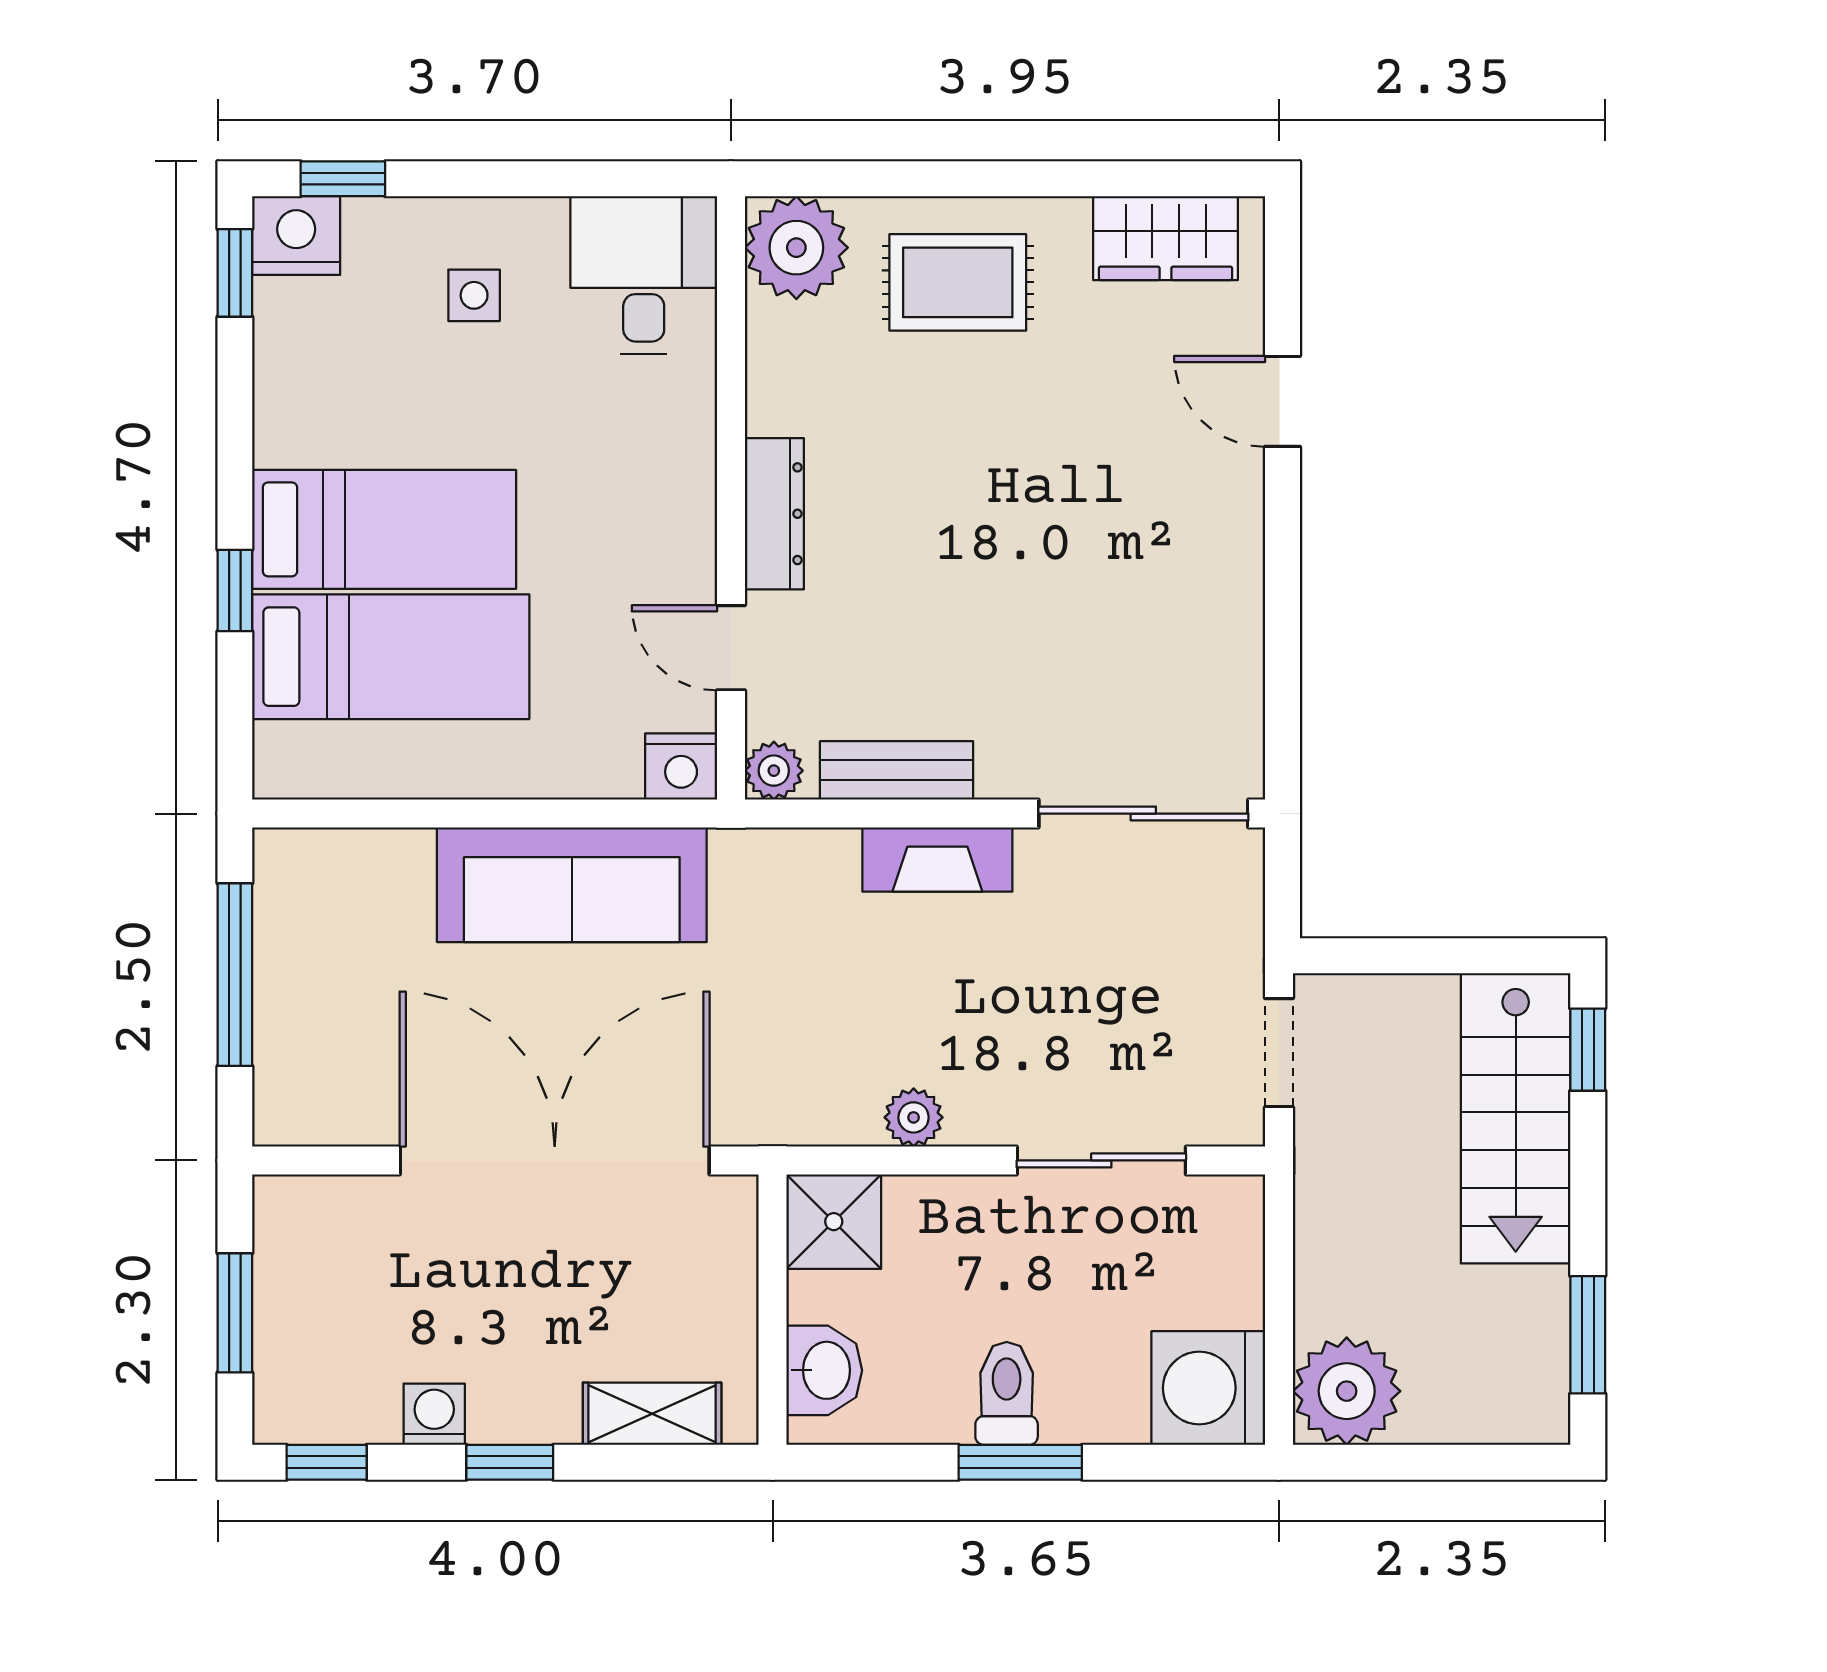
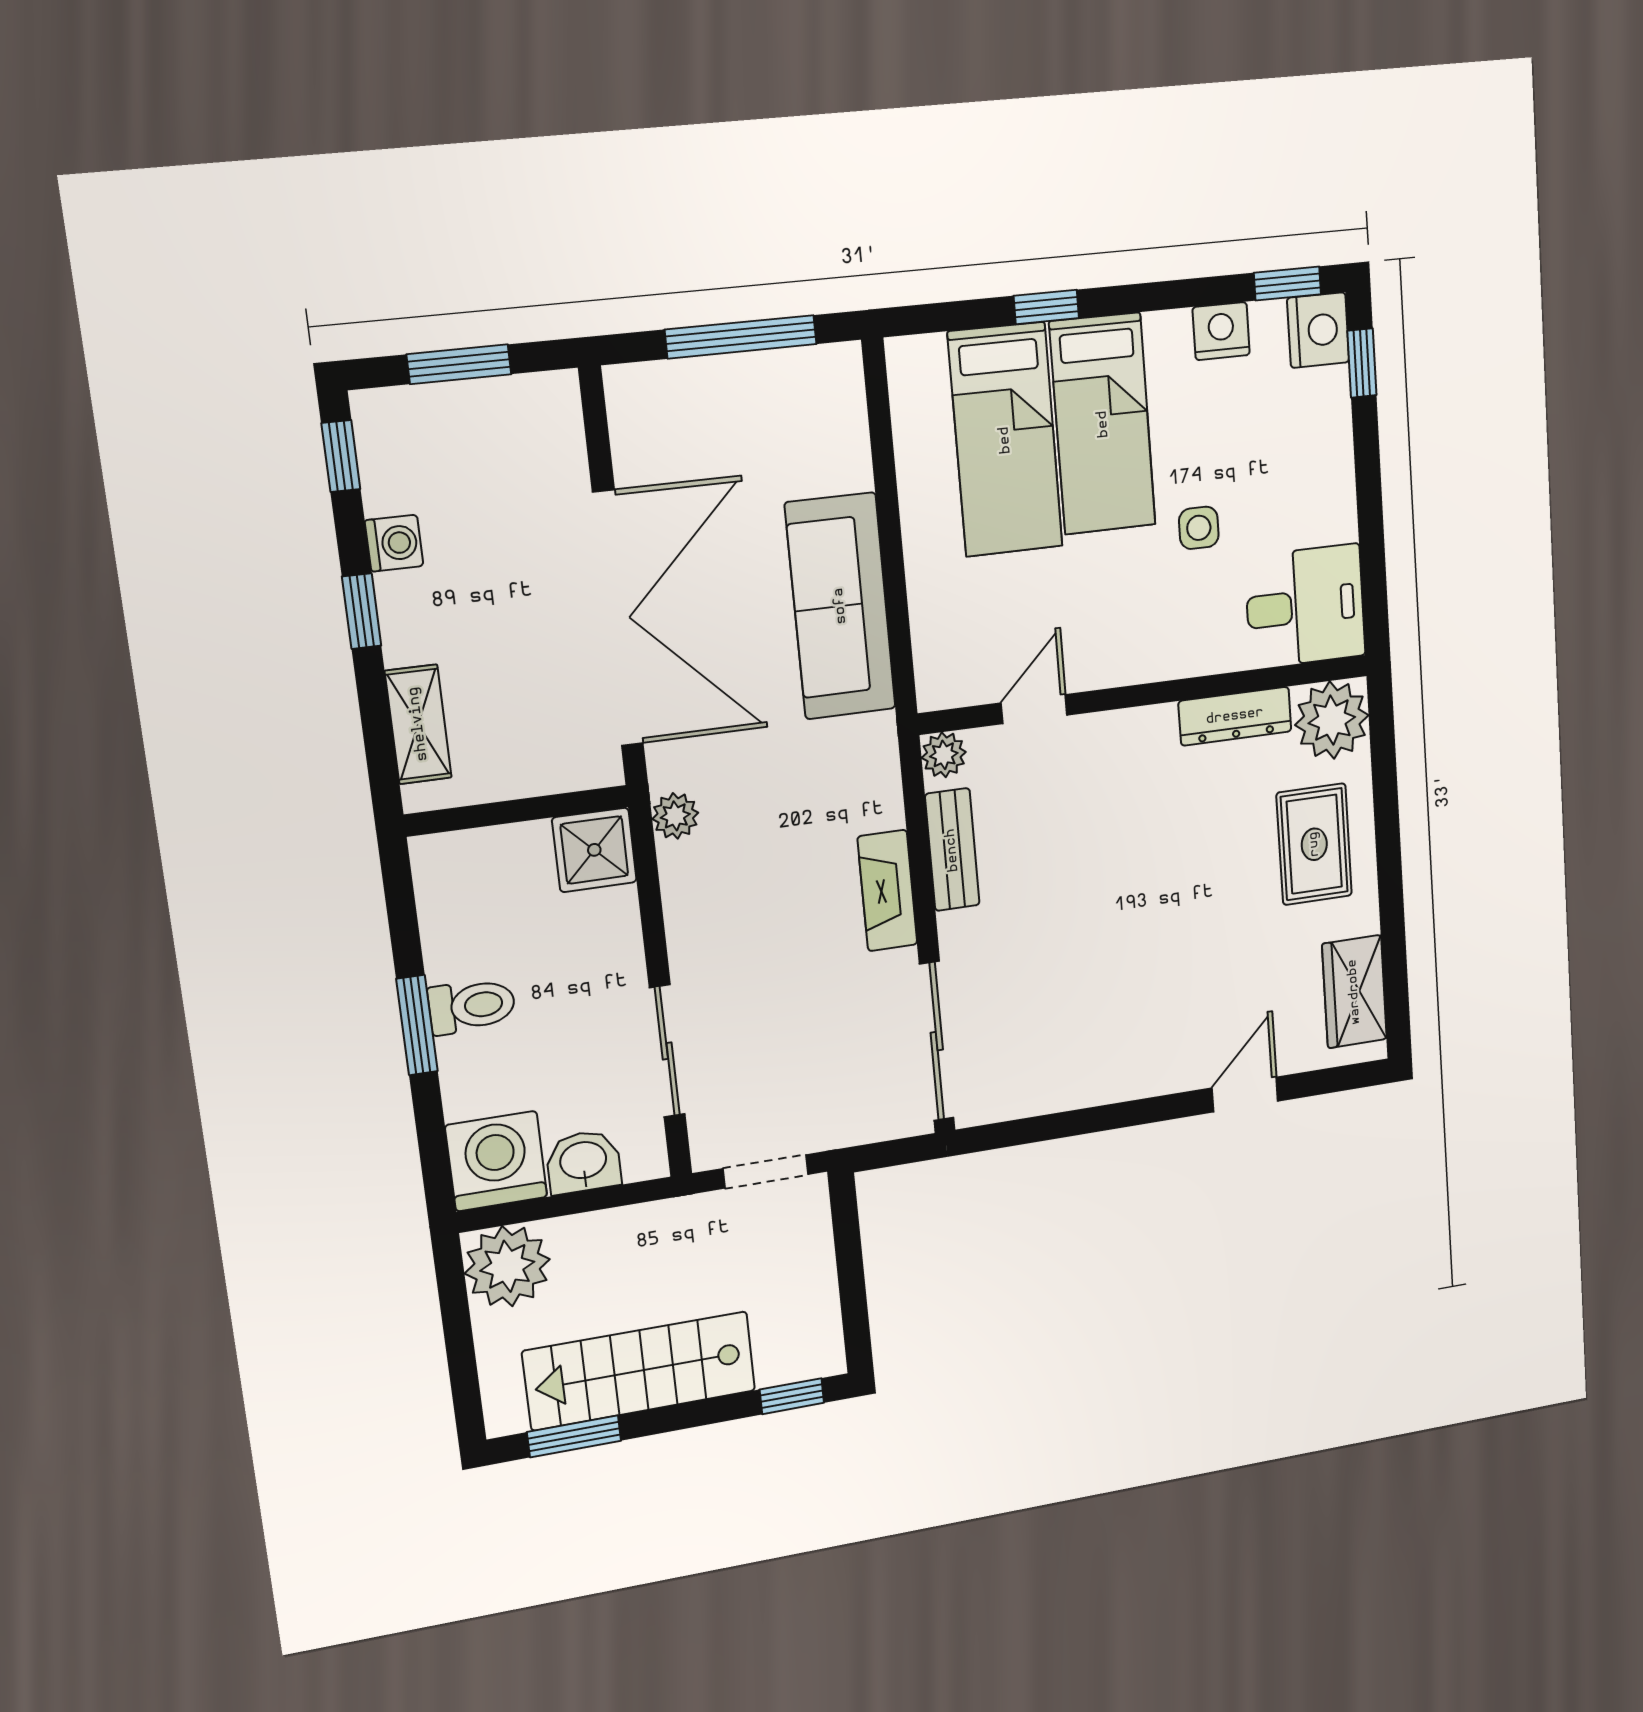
side table: (474, 295) -> (1199, 528), moved
dresser: (774, 514) -> (1235, 716), moved
nightstand: (681, 767) -> (1221, 331), moved, turned 90
plant: (914, 1117) -> (675, 816), moved
stairs: (1516, 1118) -> (640, 1371), moved
washbasin: (824, 1370) -> (583, 1162), moved, turned 180

